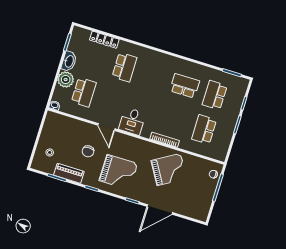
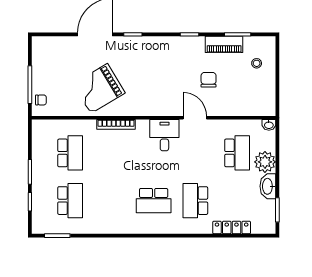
school desk: (185, 86) -> (154, 201), moved
school desk: (84, 92) -> (237, 153), turned 180
grand piano: (118, 172) -> (162, 65), removed

